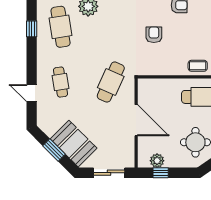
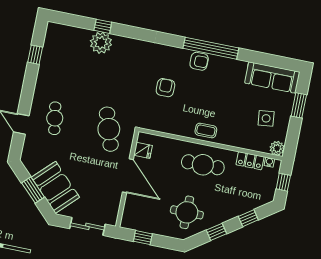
cafe table: (61, 27) -> (67, 59), removed
cafe table: (111, 82) -> (109, 129), turned -42
fridge: (145, 95) -> (143, 150), added
plant: (157, 161) -> (142, 224), removed

